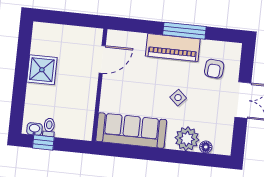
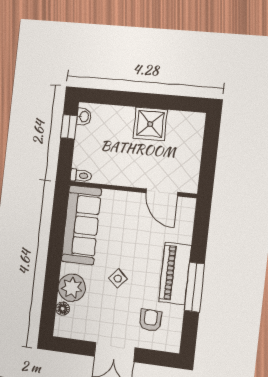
armchair: (214, 69) -> (150, 320), turned 87
toilet: (49, 127) -> (81, 176), moved

